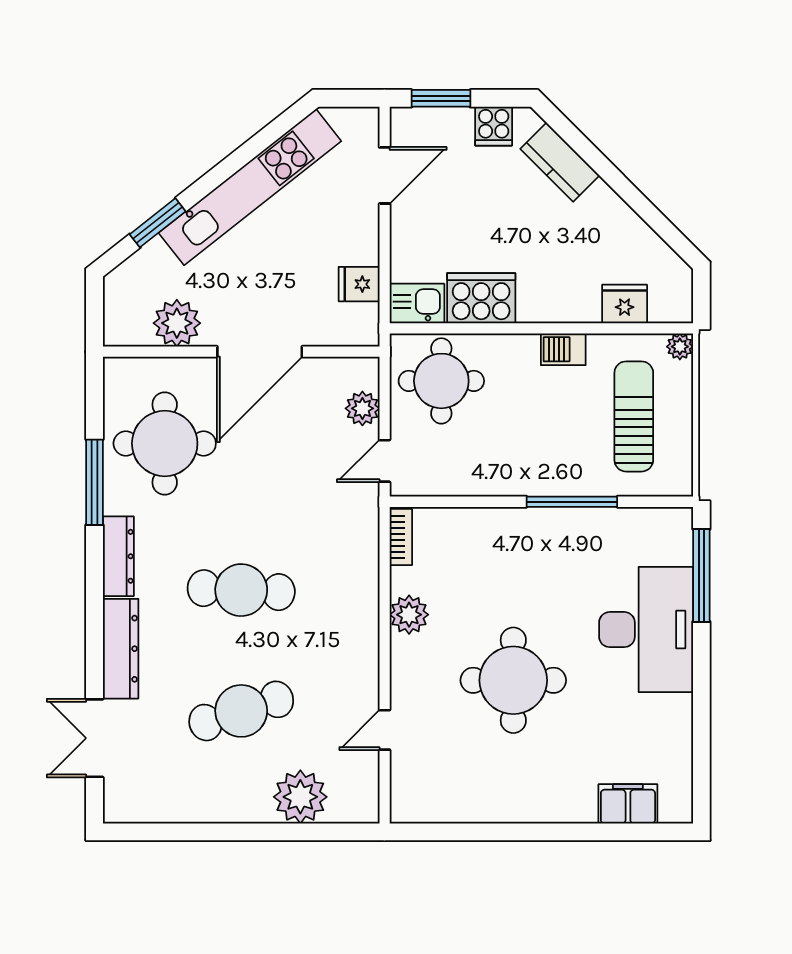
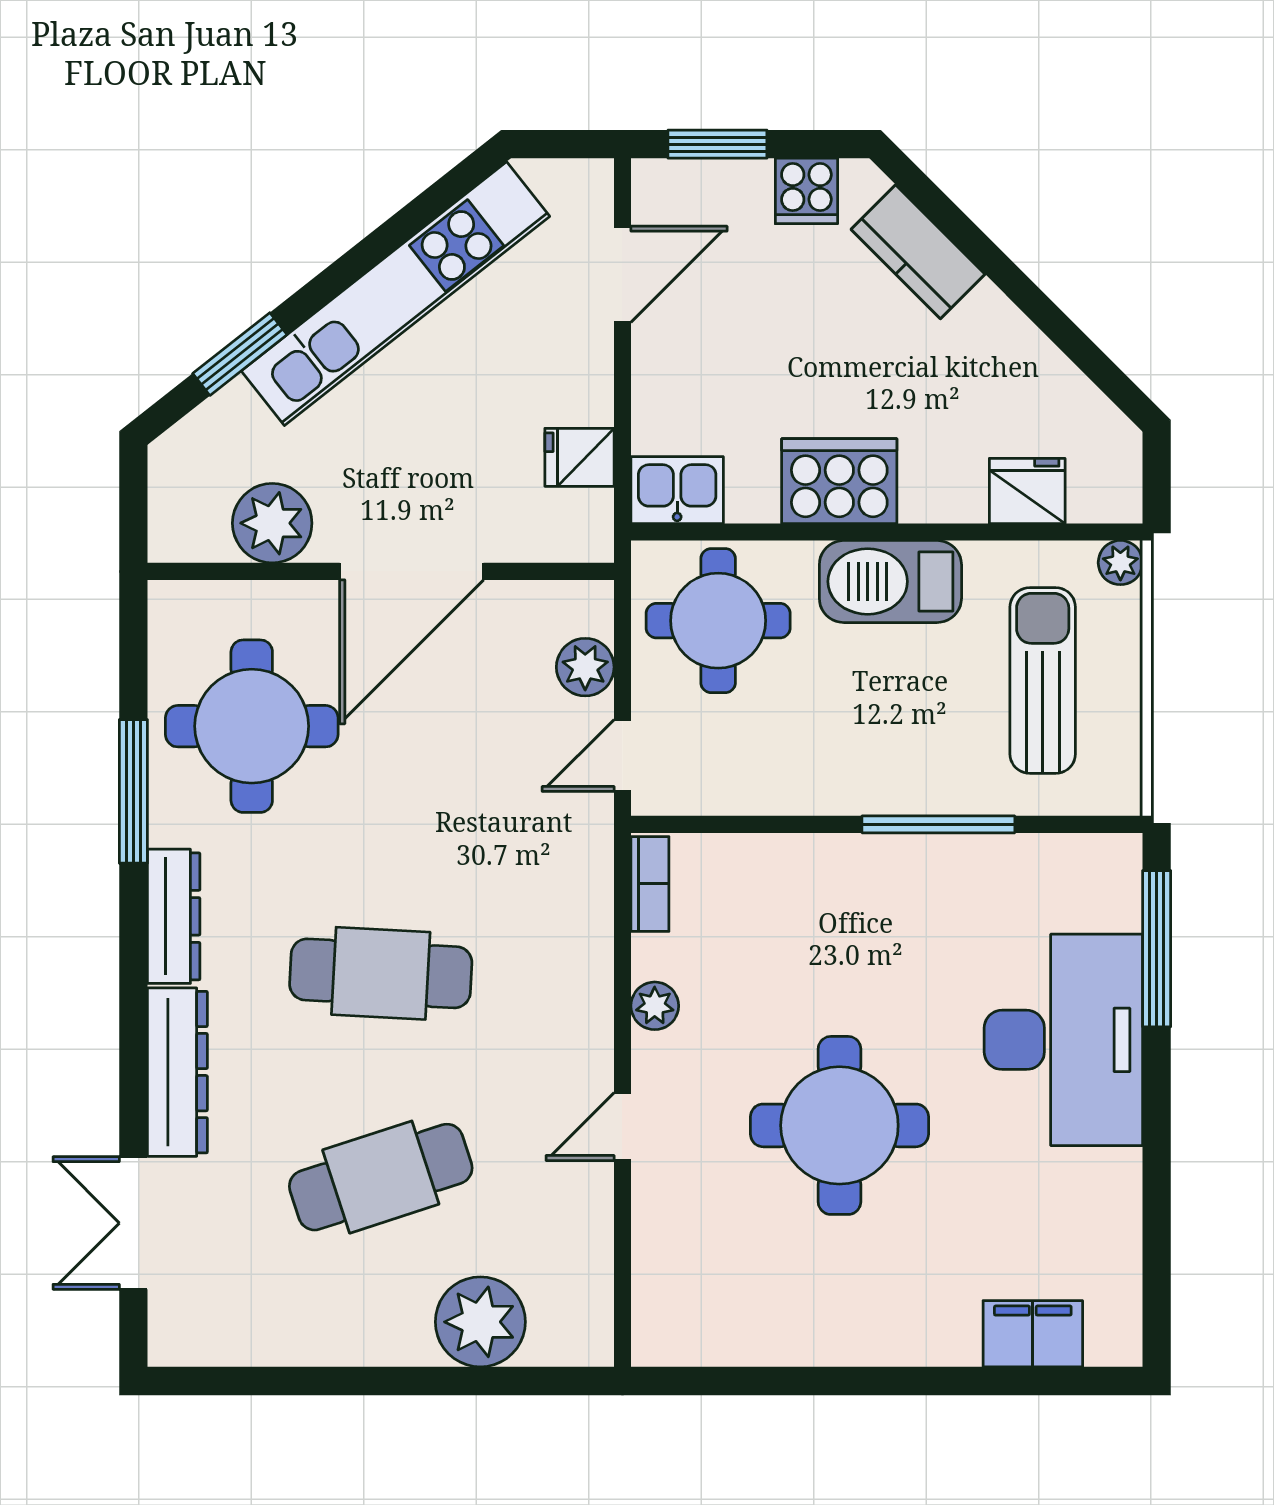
cooker: (481, 298) -> (839, 481), moved
barbecue: (563, 349) -> (890, 581), width x1.88, depth x1.53
plant: (409, 615) -> (655, 1006), width x0.73, depth x0.73
door: (385, 730) -> (622, 1127), moved

